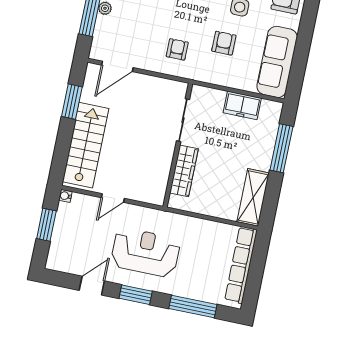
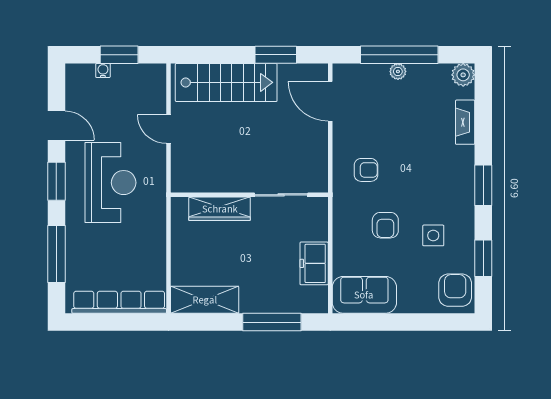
armchair: (224, 43) -> (385, 225), turned 90
sofa: (277, 62) -> (364, 295), width x0.73
water cooler: (65, 196) -> (103, 71), moved

